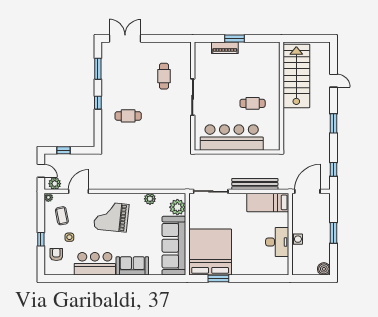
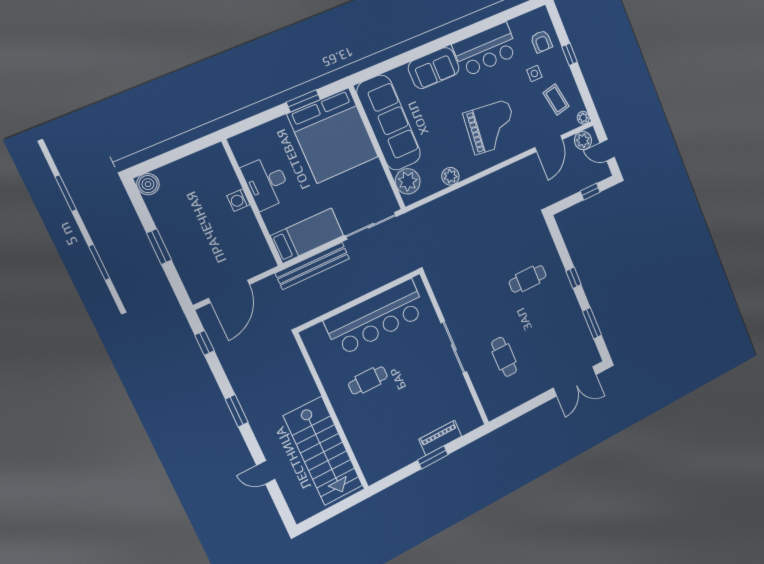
bed: (268, 202) -> (307, 236), moved
wall: (290, 234) -> (252, 203), moved
washing machine: (297, 239) -> (238, 200), moved
desk: (277, 242) -> (267, 183), moved

